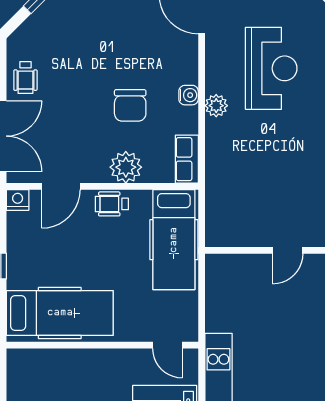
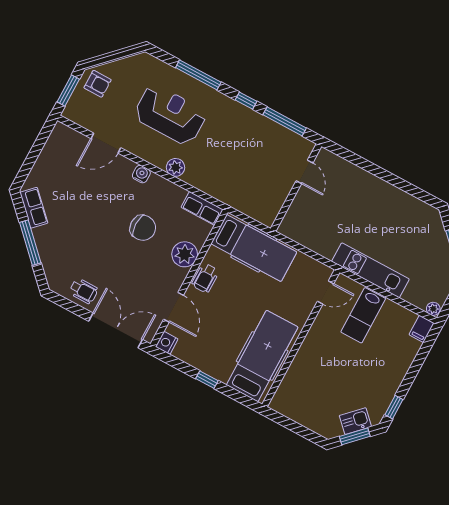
water cooler: (189, 95) -> (141, 174), moved

